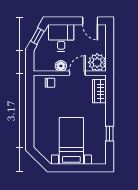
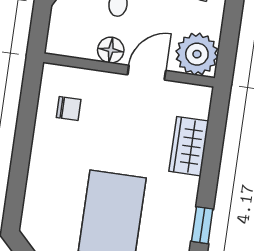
chair: (50, 83) -> (69, 109), moved
wardrobe: (99, 91) -> (189, 146), moved

